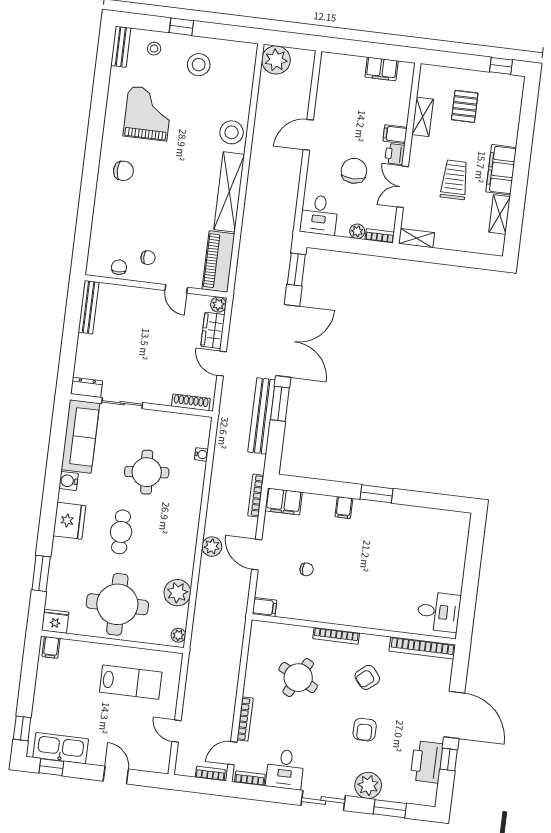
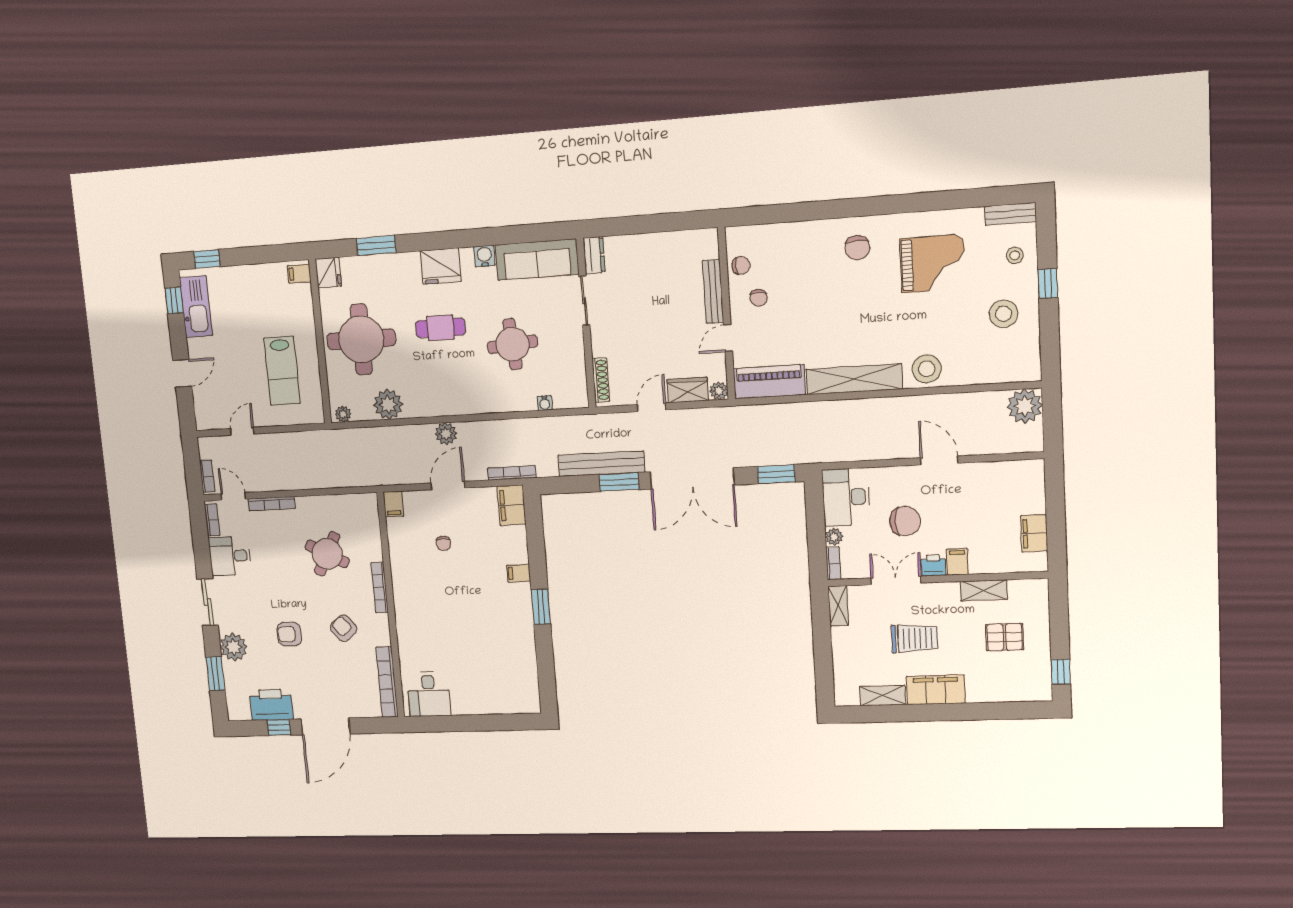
desk: (319, 215) -> (846, 497), width x1.37
bench: (88, 307) -> (713, 292), moved, turned 90

